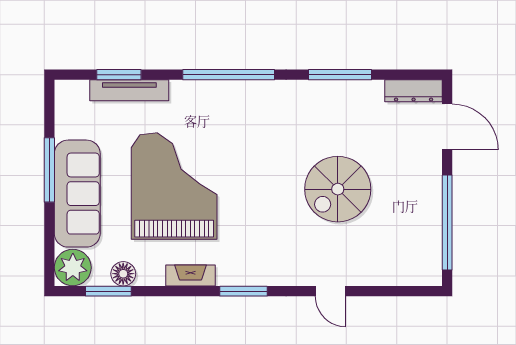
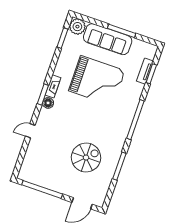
tv unit: (129, 90) -> (145, 71), width x0.71
dresser: (414, 91) -> (102, 195), removed
spiral stairs: (338, 189) -> (86, 158), moved, turned 90
floor lamp: (123, 274) -> (48, 103), moved
fireplace: (191, 275) -> (53, 86), moved

